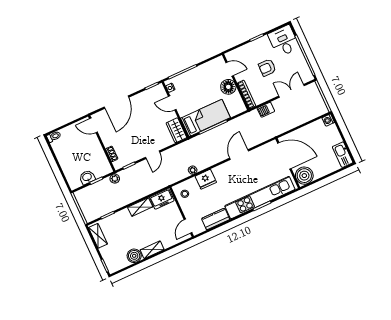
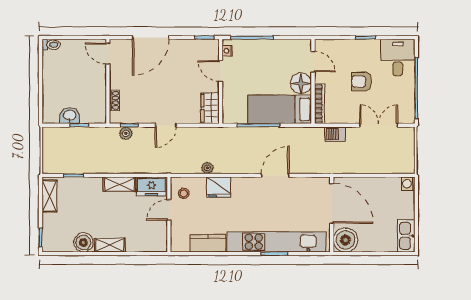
bed: (205, 118) -> (280, 109), moved, turned 180
plant: (115, 179) -> (126, 133), moved
door: (188, 226) -> (169, 210), moved

